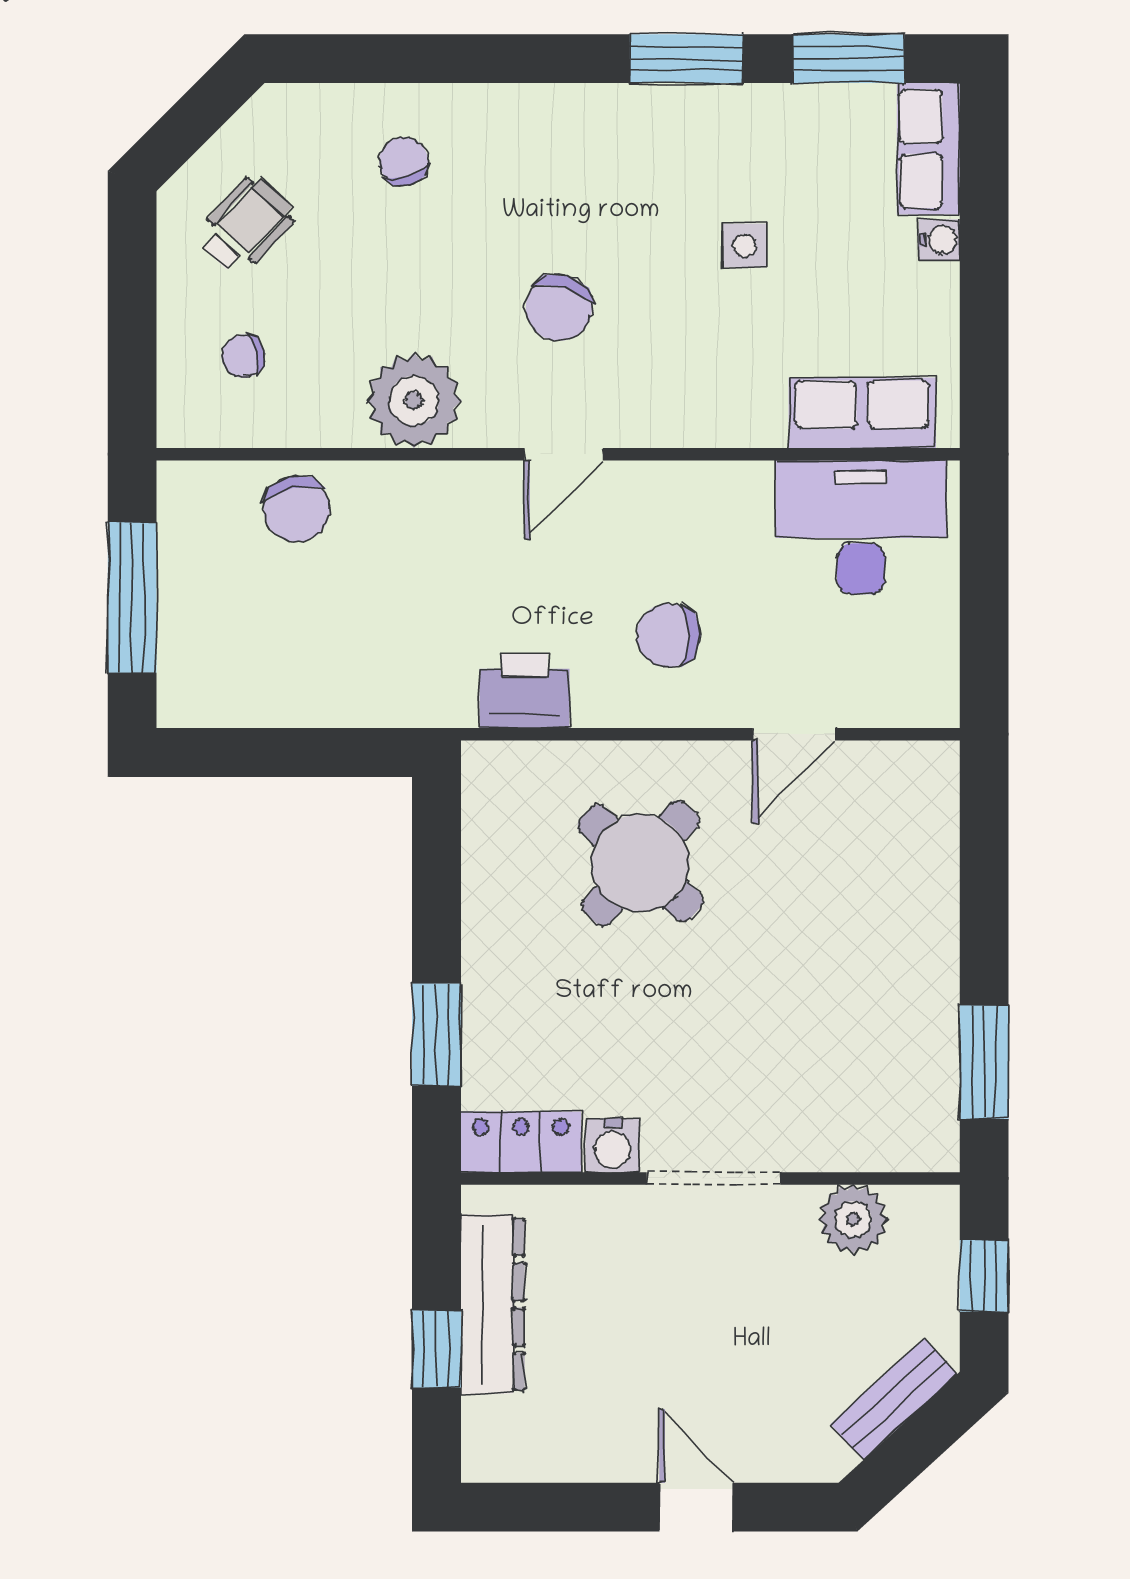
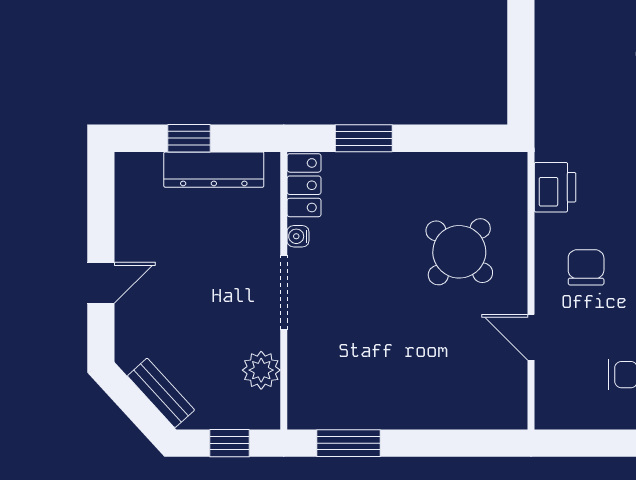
water cooler: (613, 1146) -> (298, 236), width x0.72, depth x0.72

